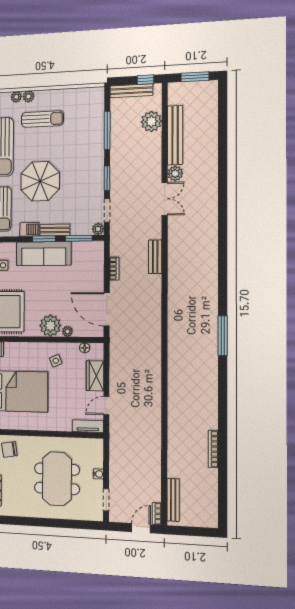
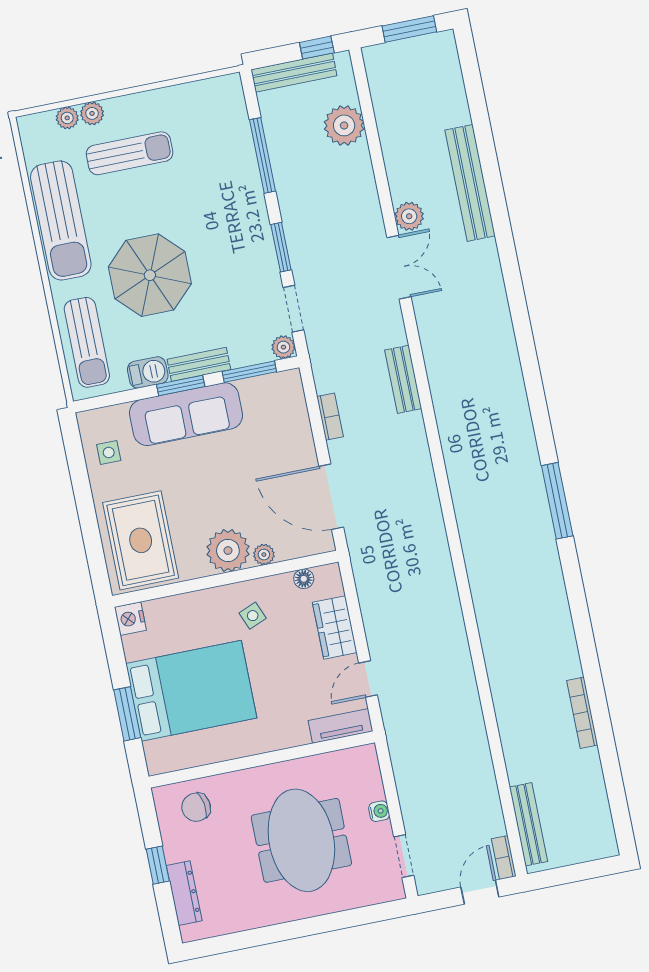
bench: (175, 135) -> (470, 183), moved

